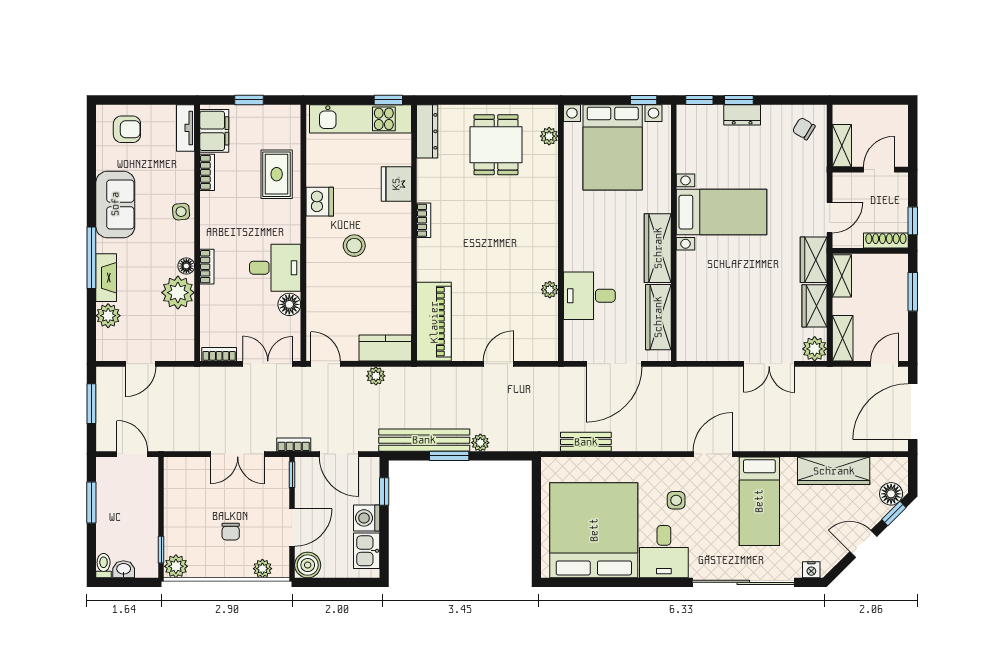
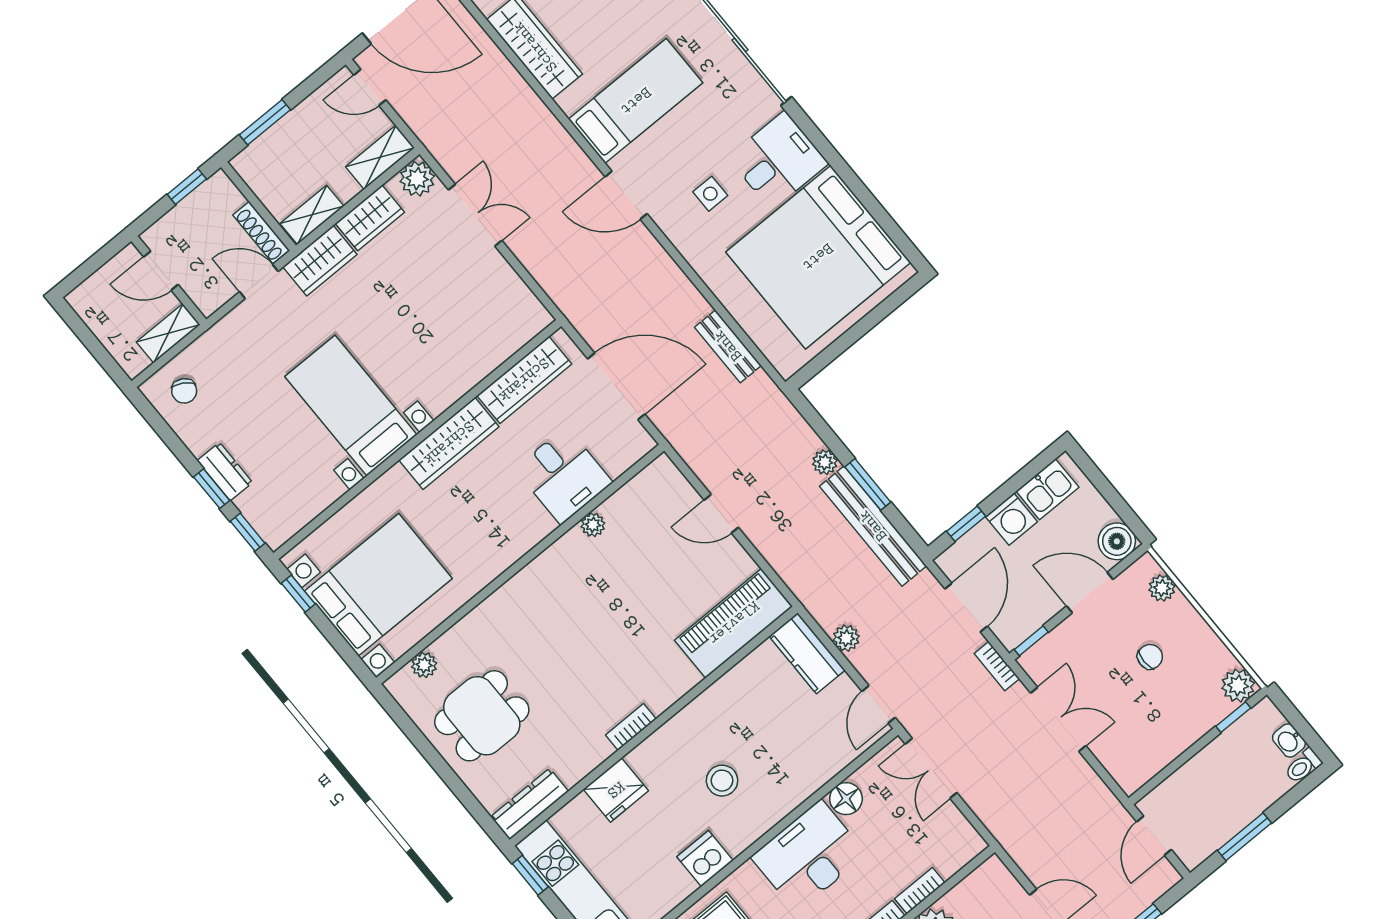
shoe rack: (886, 241) -> (261, 233), moved
desk: (275, 268) -> (809, 856), width x1.37
bookcase: (219, 354) -> (920, 891), moved, turned 90

